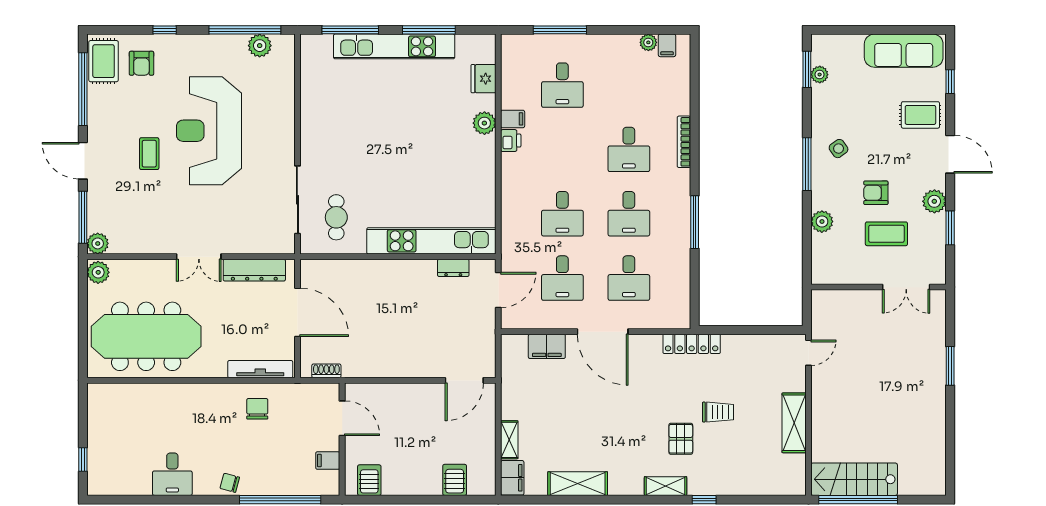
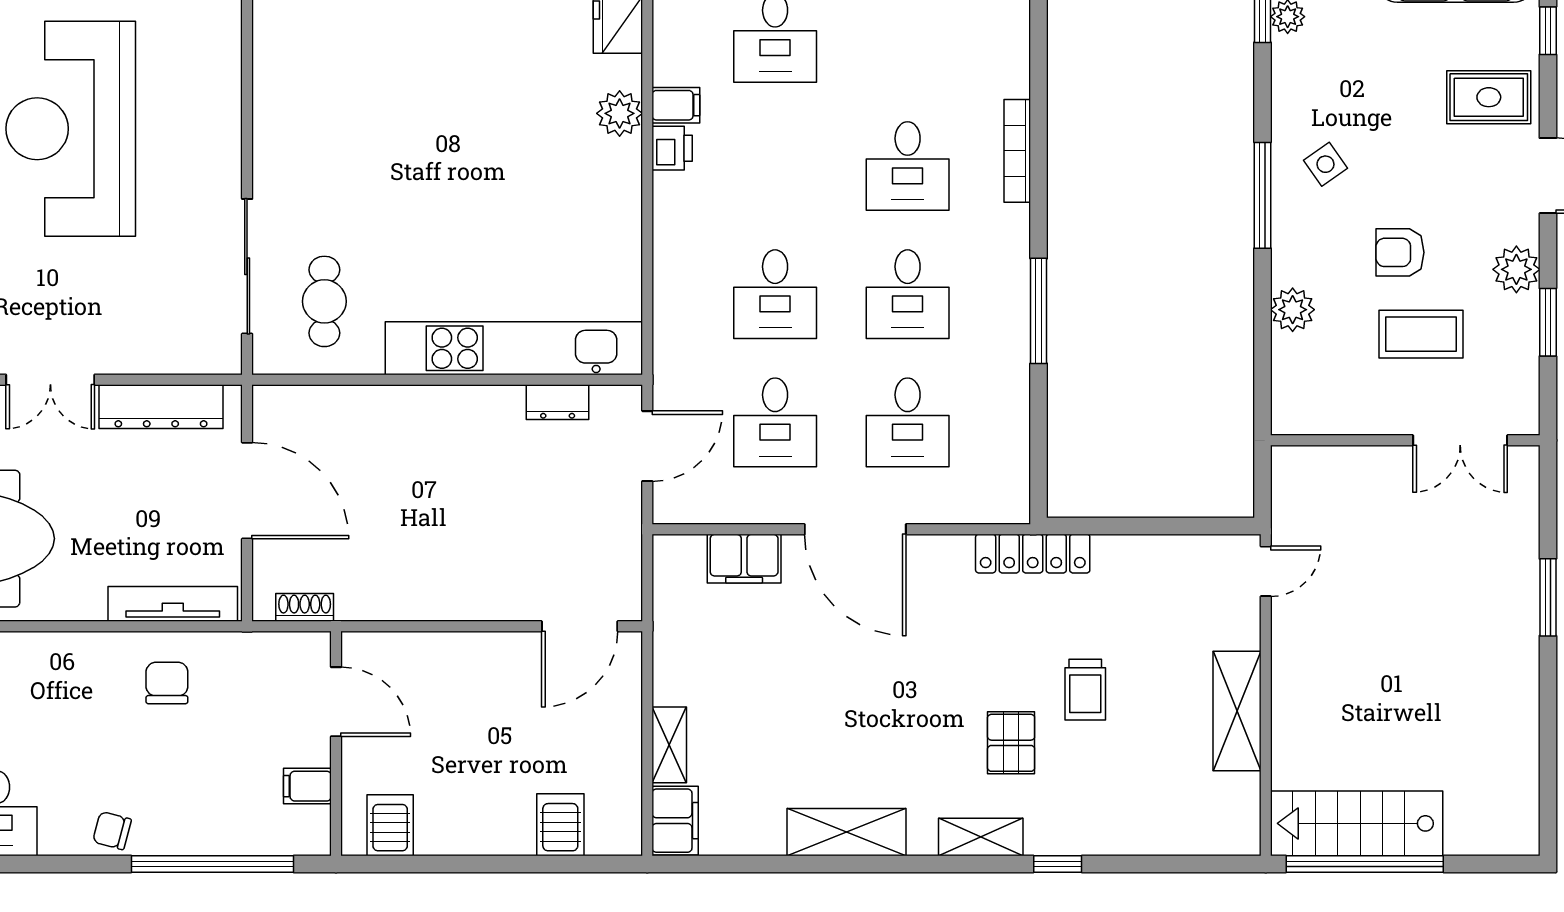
trolley: (718, 412) -> (1085, 690), turned 90
shelving: (578, 484) -> (846, 832), moved

